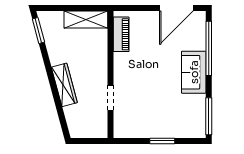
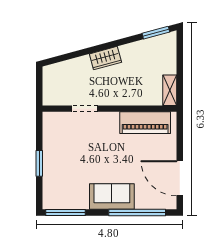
shelving: (86, 20) -> (170, 90), width x0.67, depth x0.75
piano: (121, 34) -> (145, 123), width x1.37, depth x1.33
wardrobe: (64, 85) -> (105, 58), width x0.67

